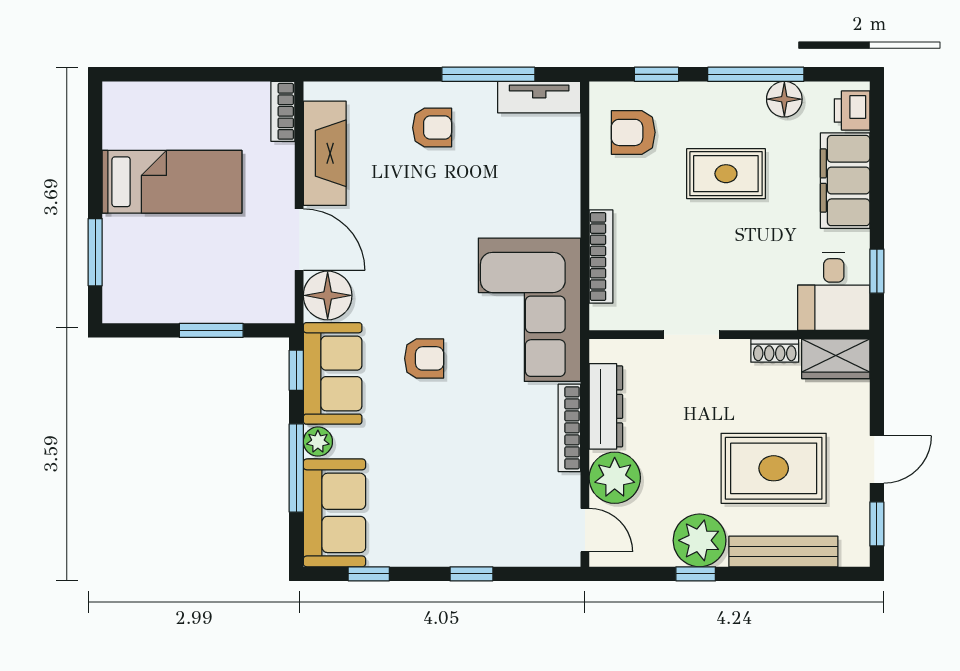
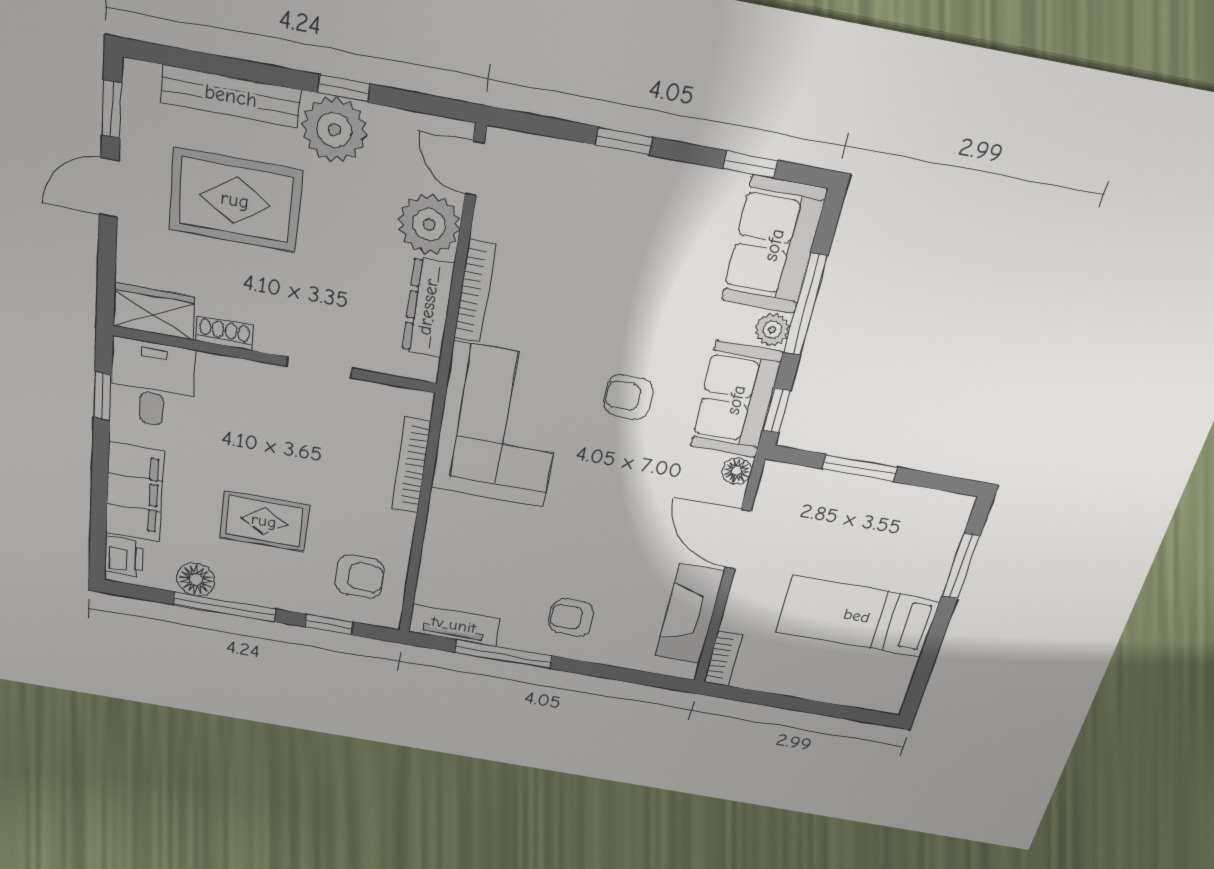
floor lamp: (328, 295) -> (737, 471), width x0.53, depth x0.53

